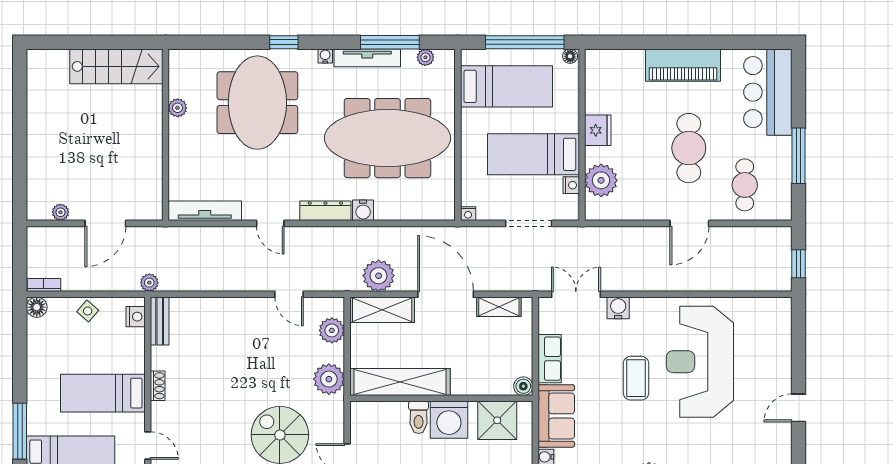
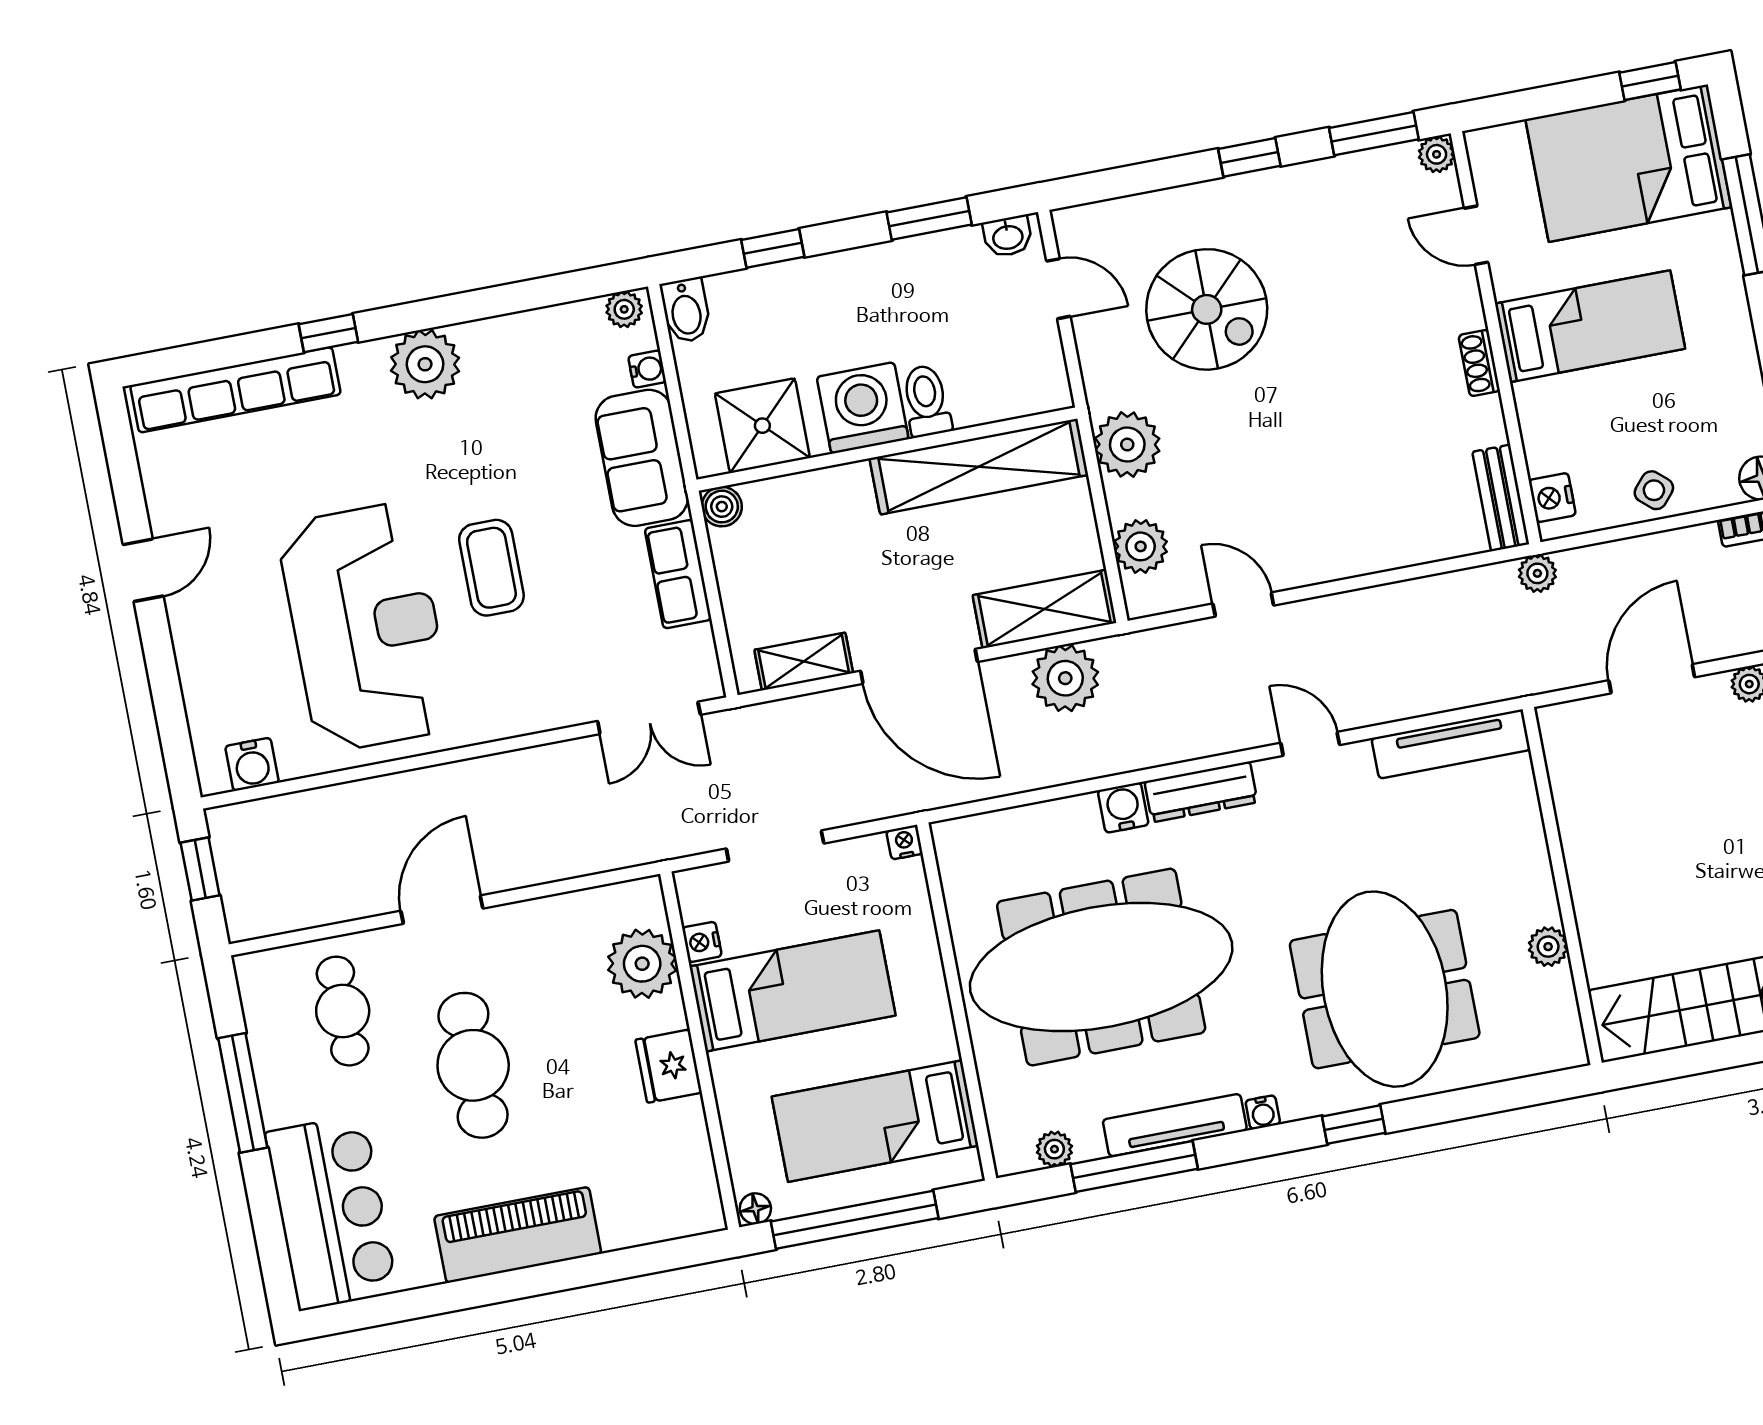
water cooler: (618, 308) -> (252, 764), moved

